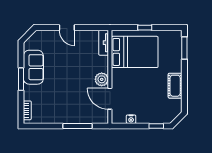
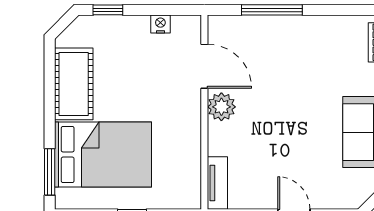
bed: (135, 52) -> (103, 155), moved, turned 180
cot: (175, 86) -> (74, 84), width x1.37, depth x1.34

